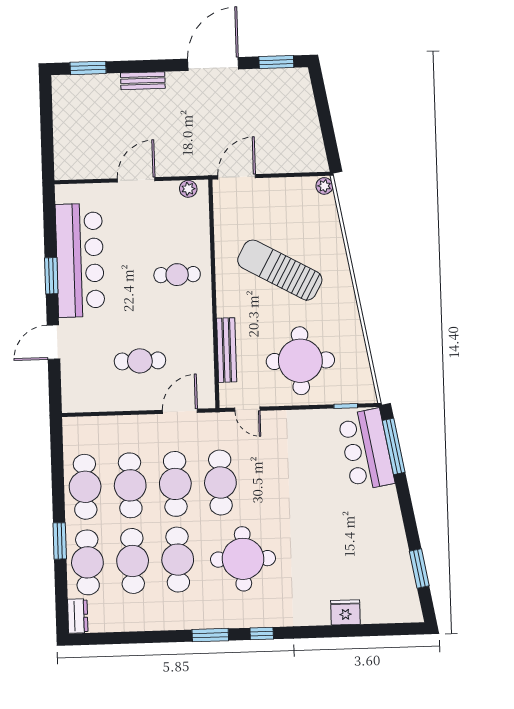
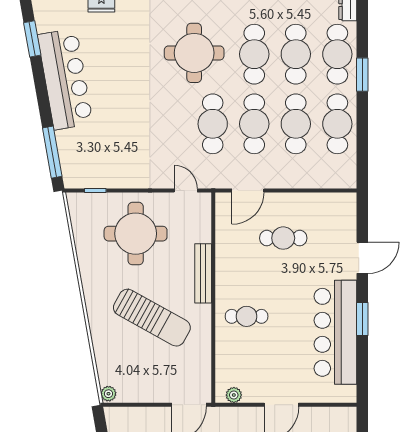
bench: (227, 350) -> (203, 273), moved
bar counter: (366, 450) -> (65, 79), moved, width x1.36

